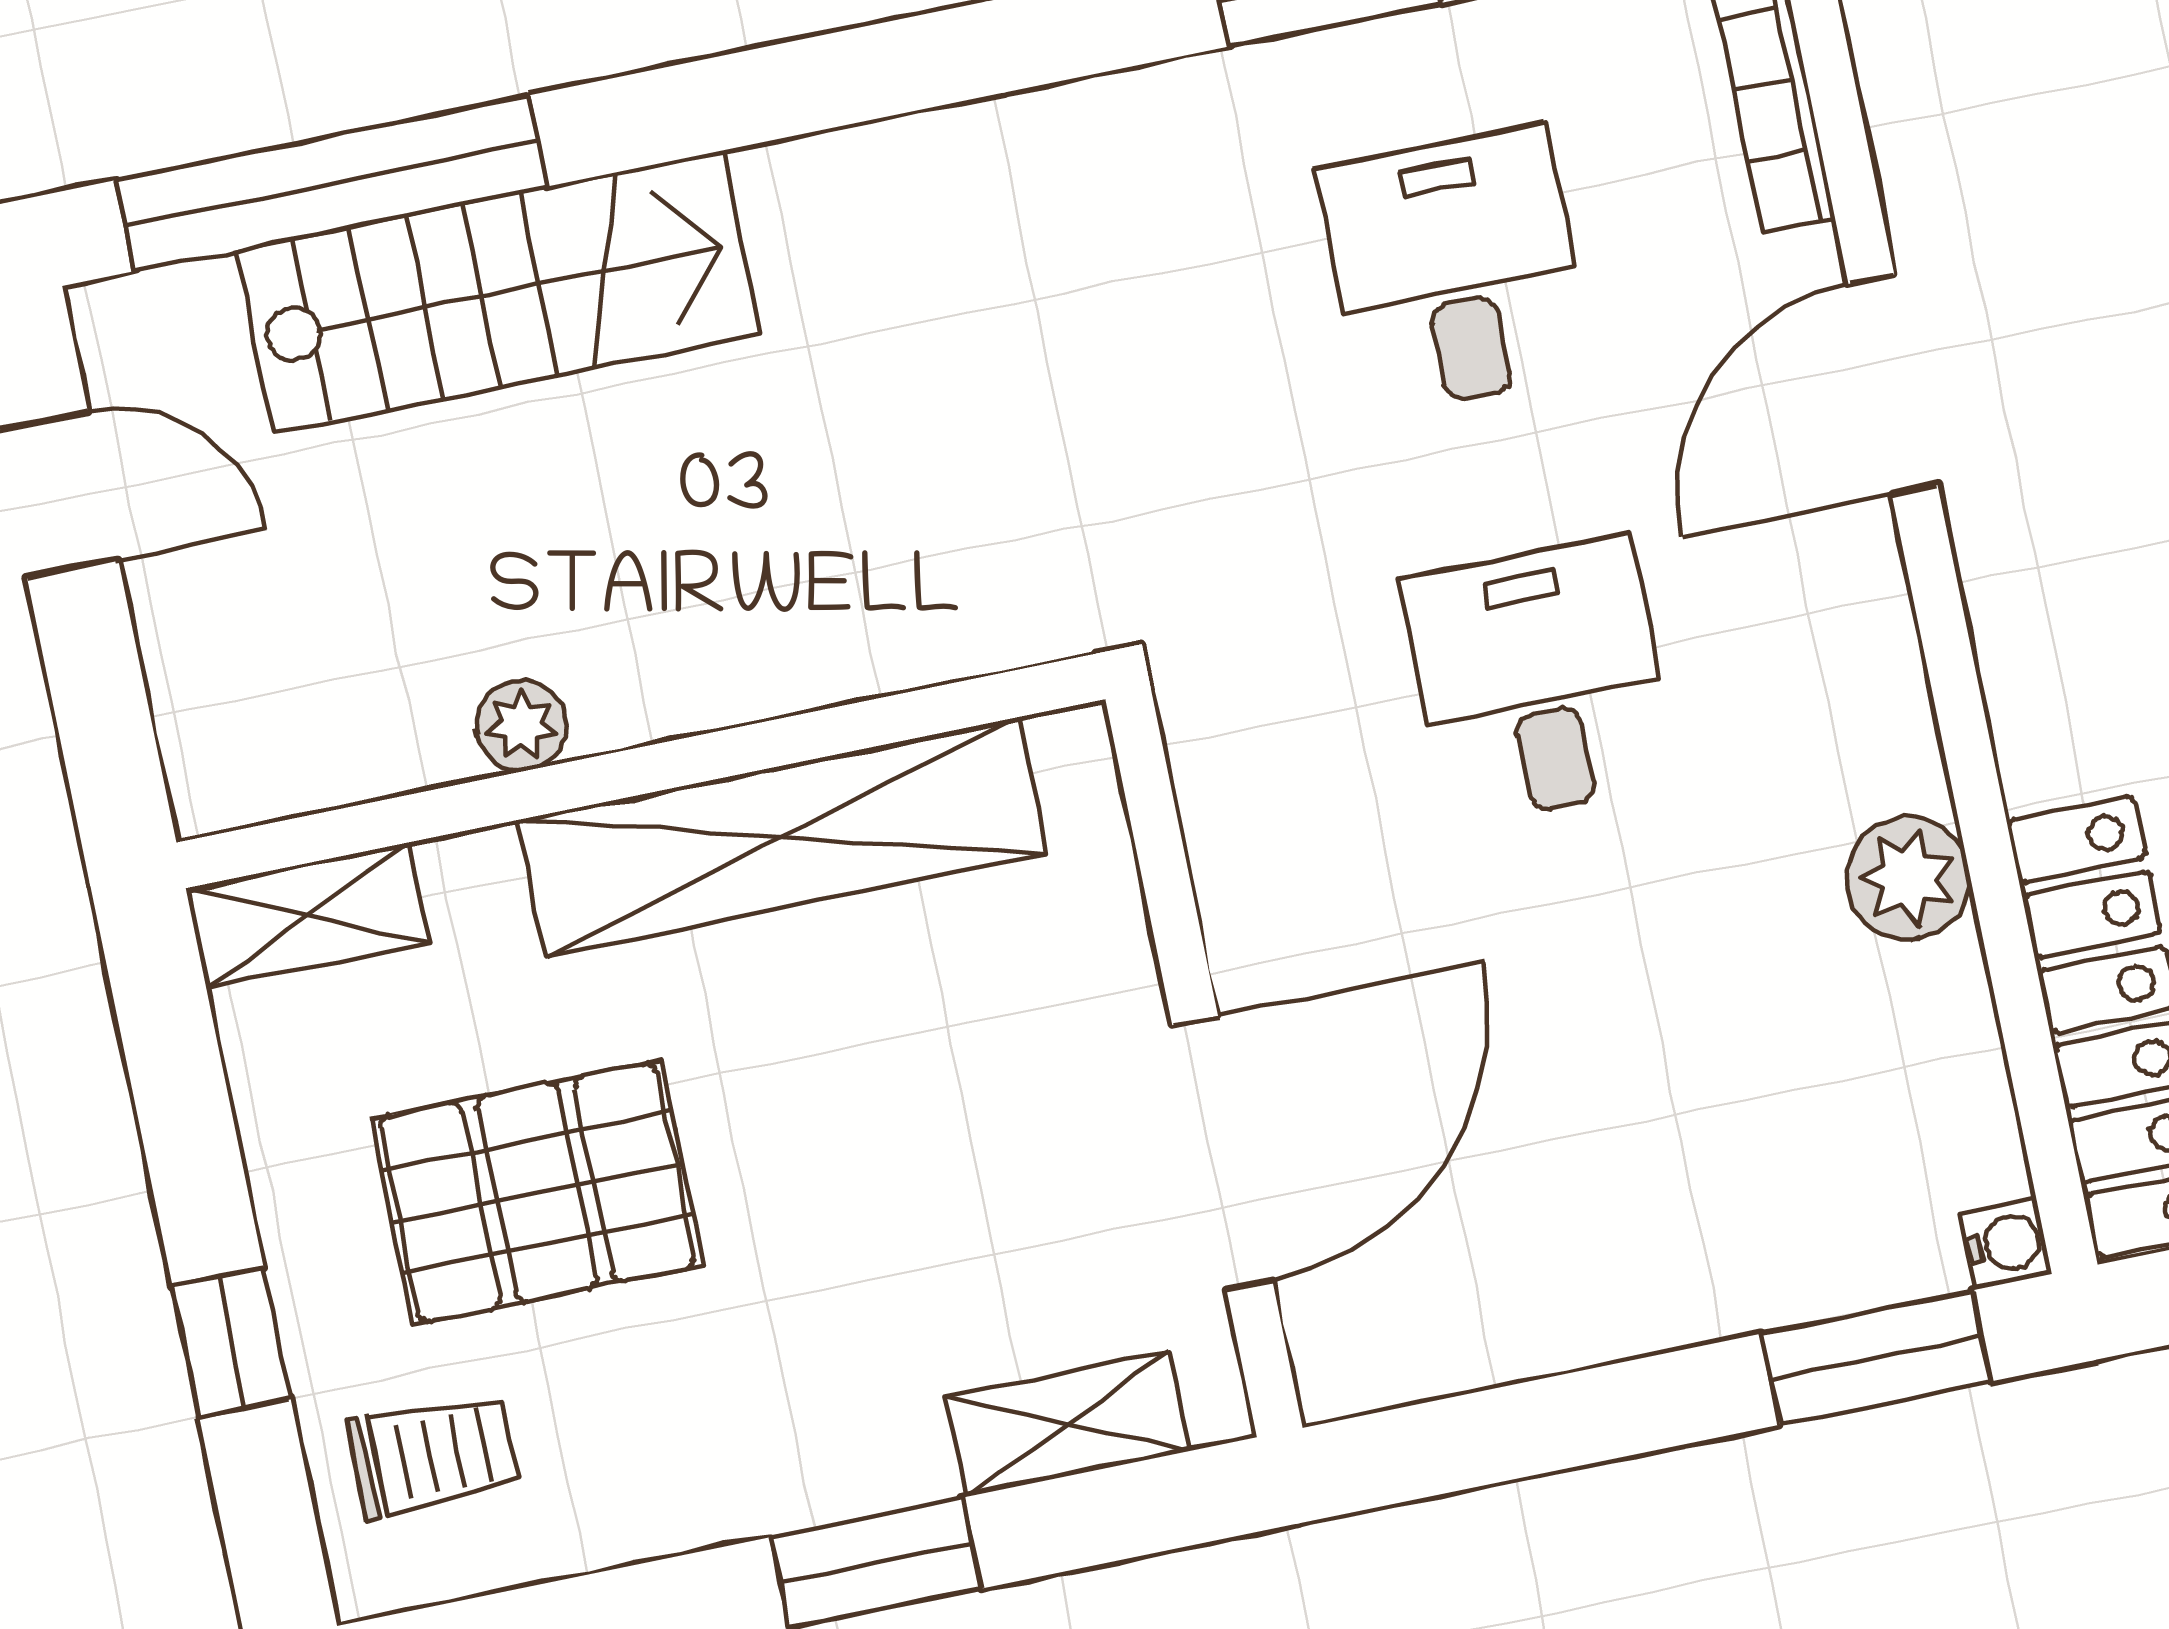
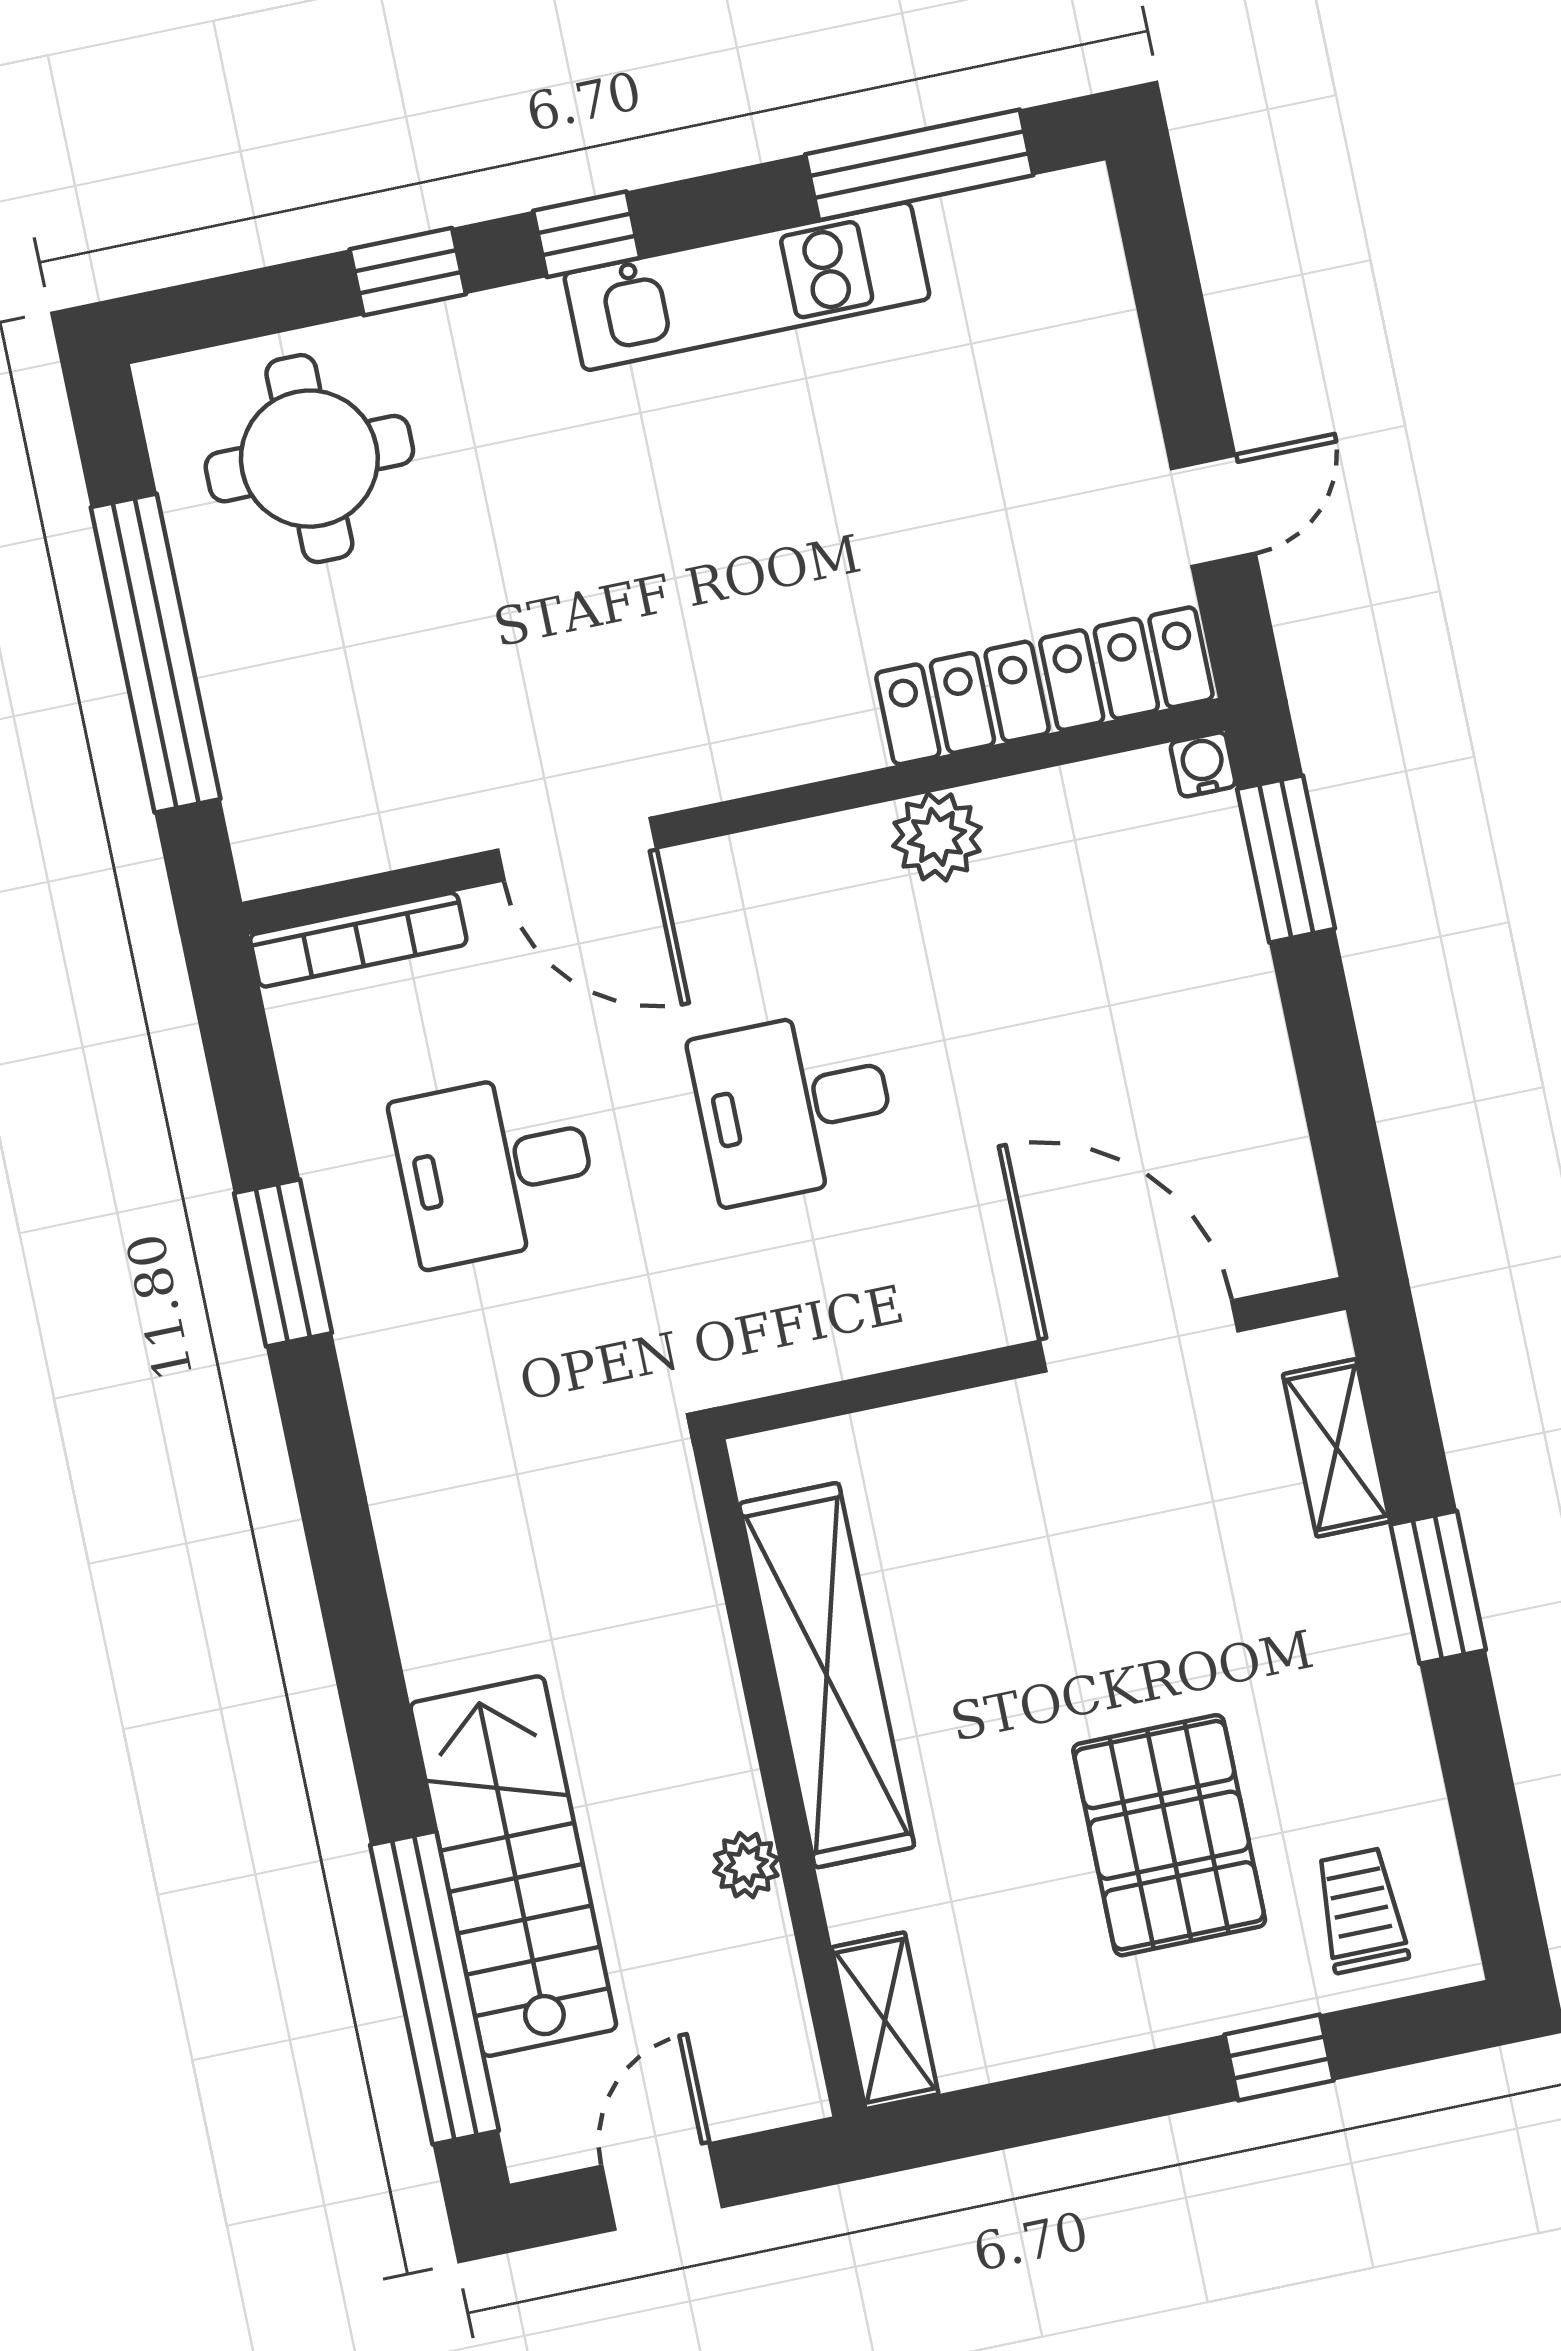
plant: (521, 725) -> (746, 1865), moved
wall: (641, 771) -> (779, 1778), moved
shelving: (782, 837) -> (827, 1675), moved
shelving: (307, 915) -> (885, 2021), moved

